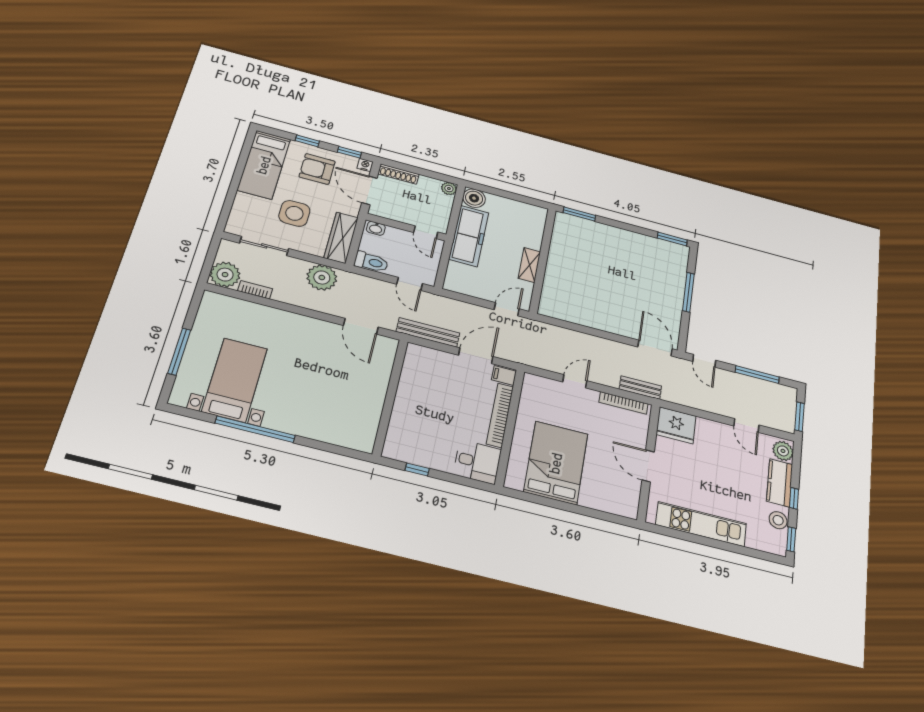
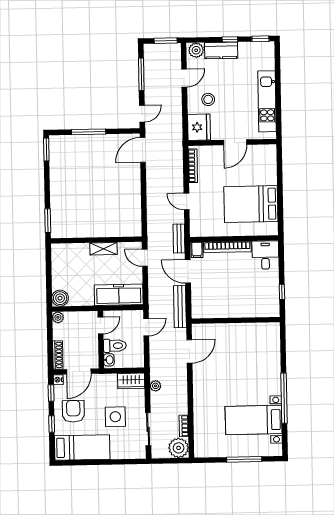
armchair: (317, 169) -> (73, 411), turned 180
freezer: (469, 236) -> (119, 295), moved
wardrobe: (341, 238) -> (131, 381), width x0.67
toilet: (371, 262) -> (115, 346), moved, turned 90
plant: (322, 278) -> (155, 386), width x0.53, depth x0.53
bench: (640, 388) -> (179, 238), moved
stool: (778, 520) -> (208, 99), moved

